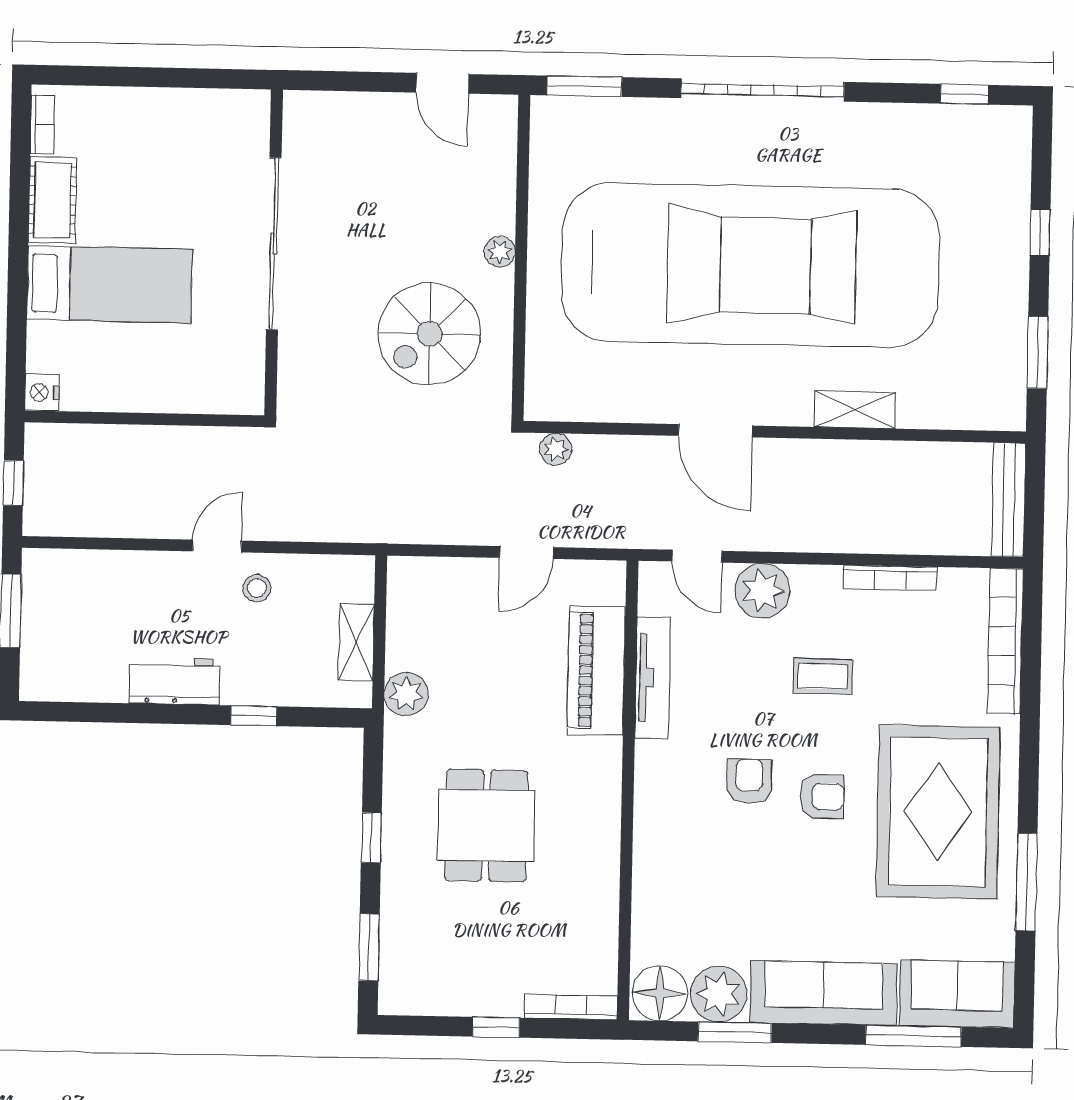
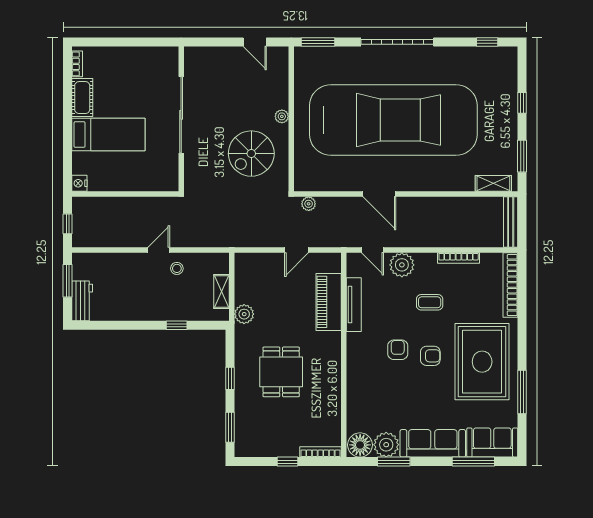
shelving: (855, 410) -> (493, 183), moved
workbench: (175, 681) -> (82, 301), moved, turned 90

